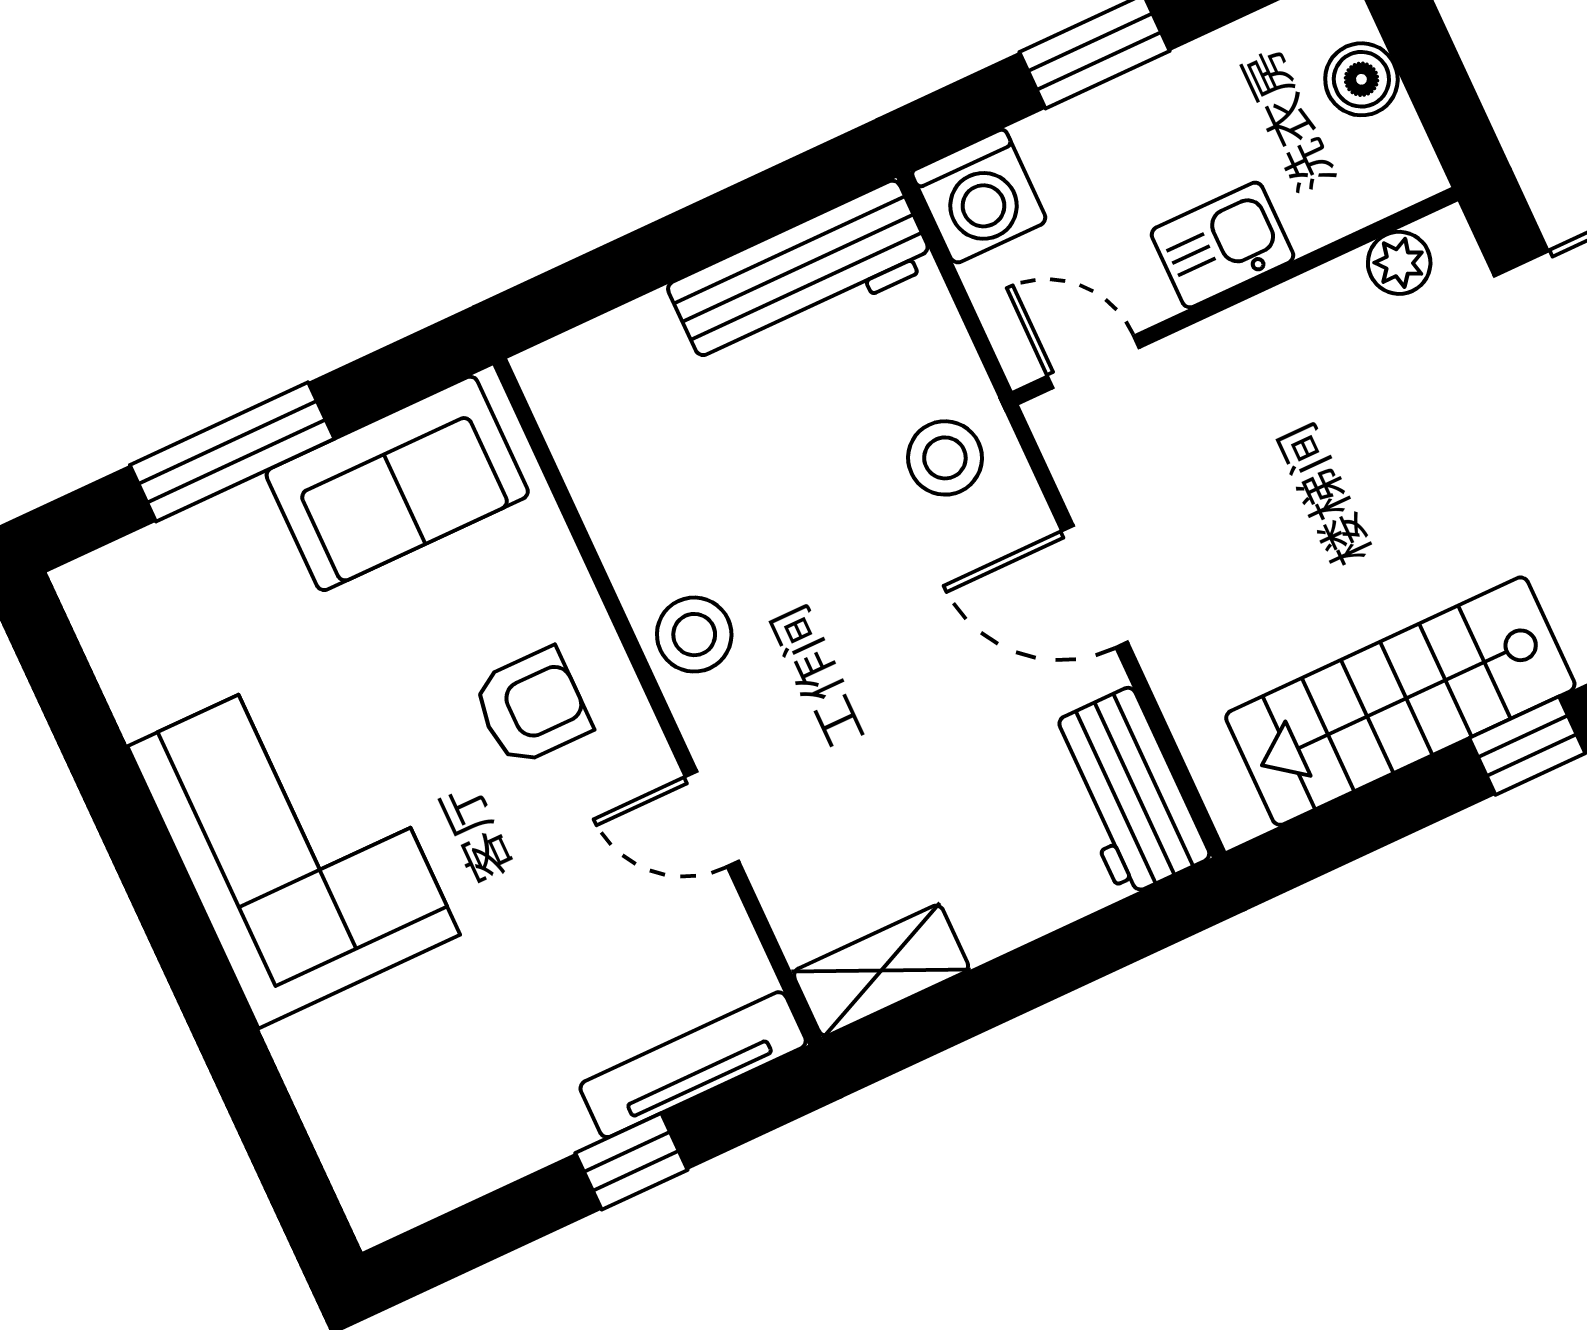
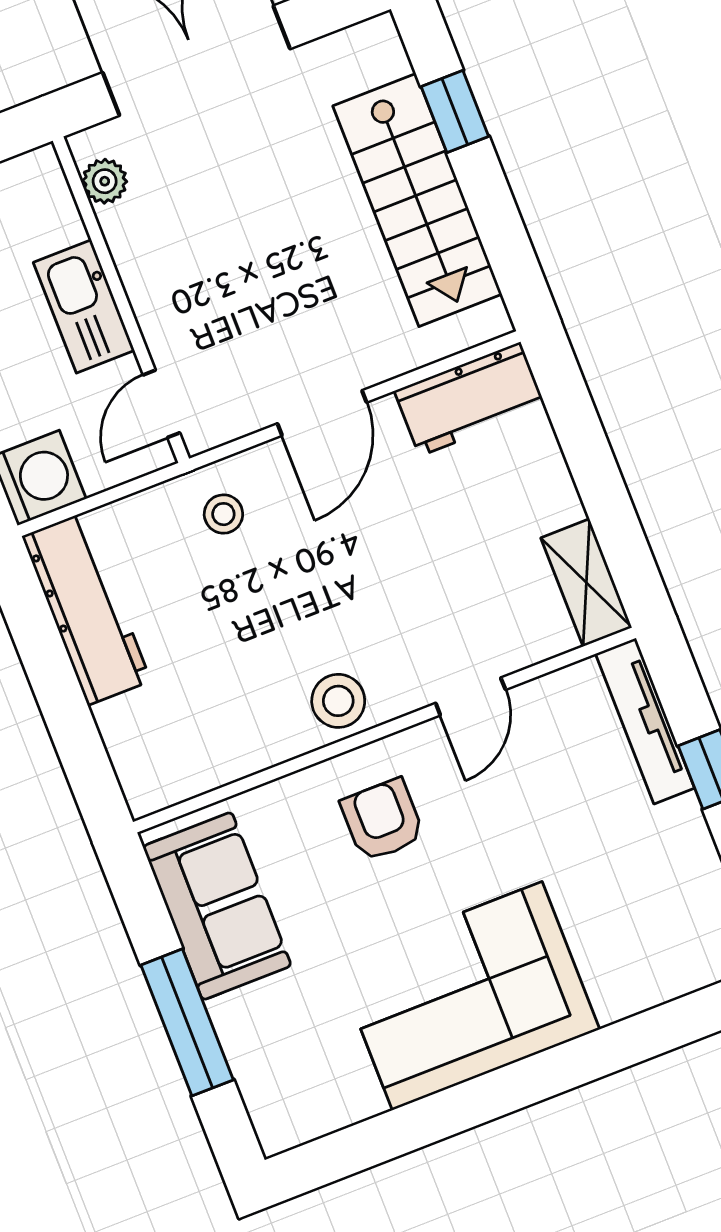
kitchen sink: (1222, 245) -> (84, 306), width x1.38
stool: (945, 458) -> (223, 514), width x0.73, depth x0.73

